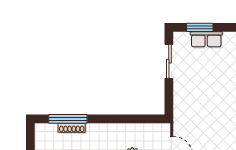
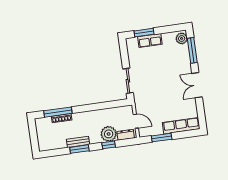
sliding door: (169, 61) -> (128, 81), moved

